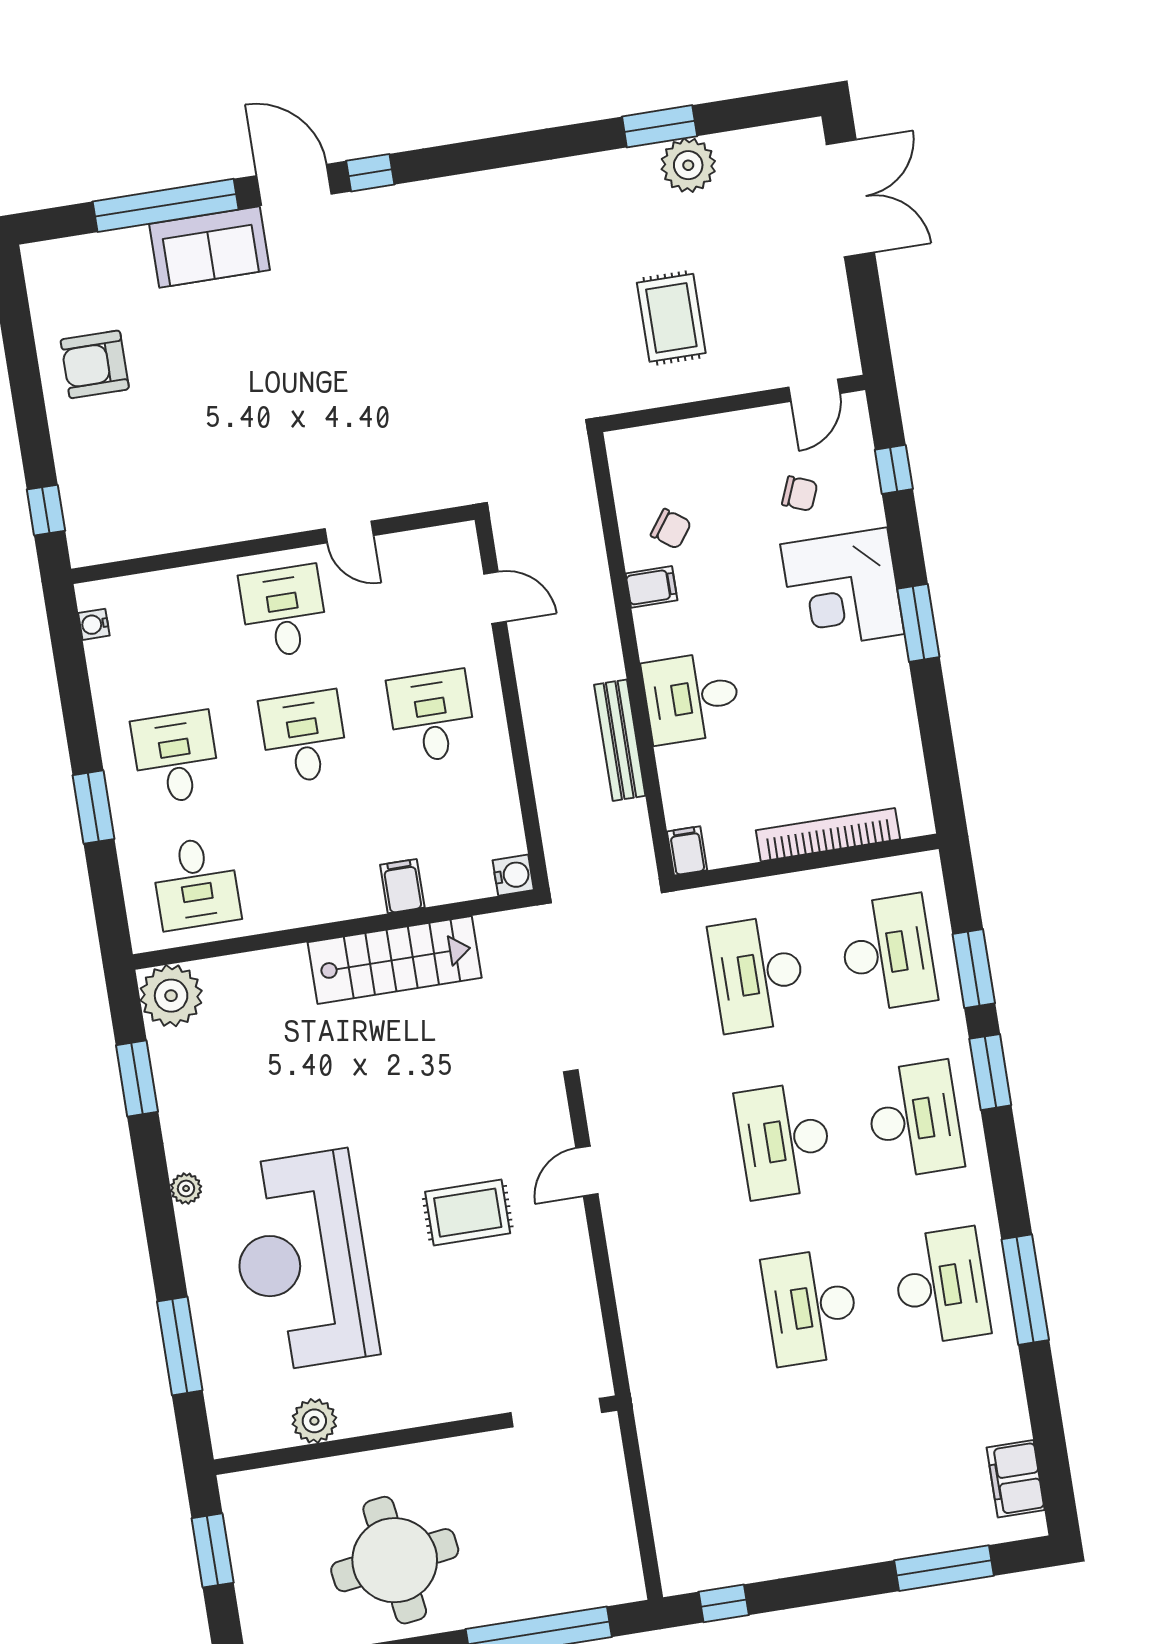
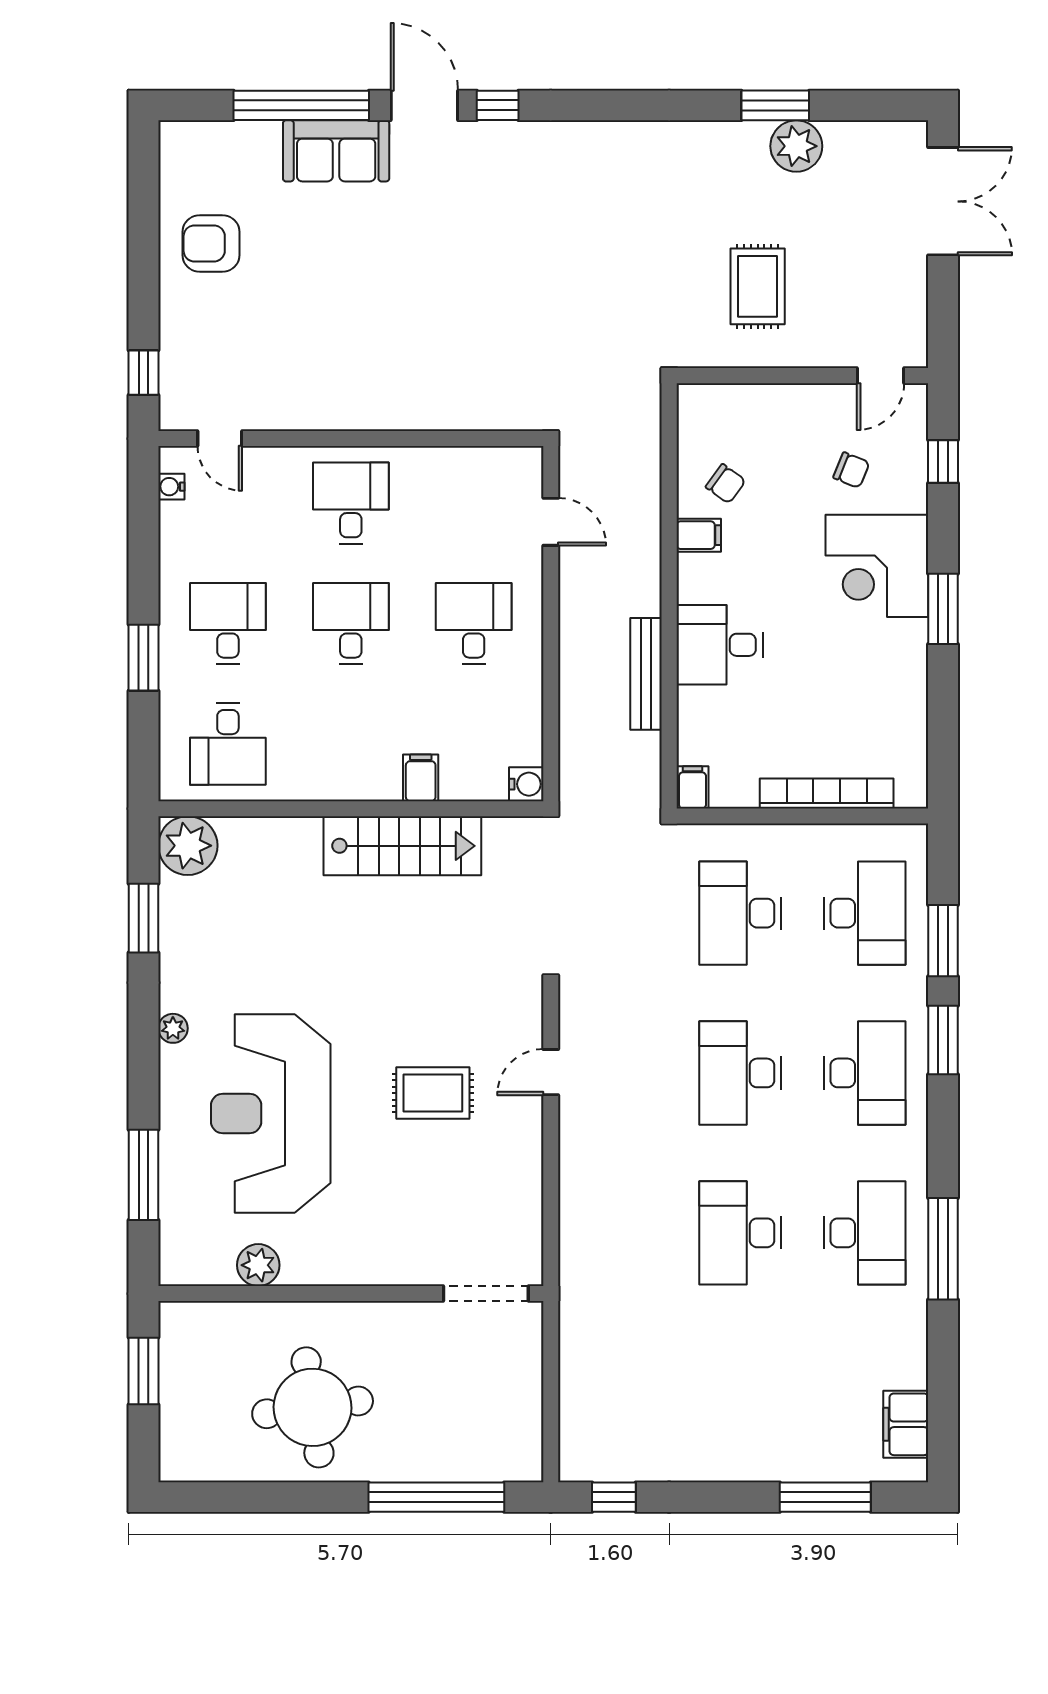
door: (349, 532) -> (220, 439), moved

